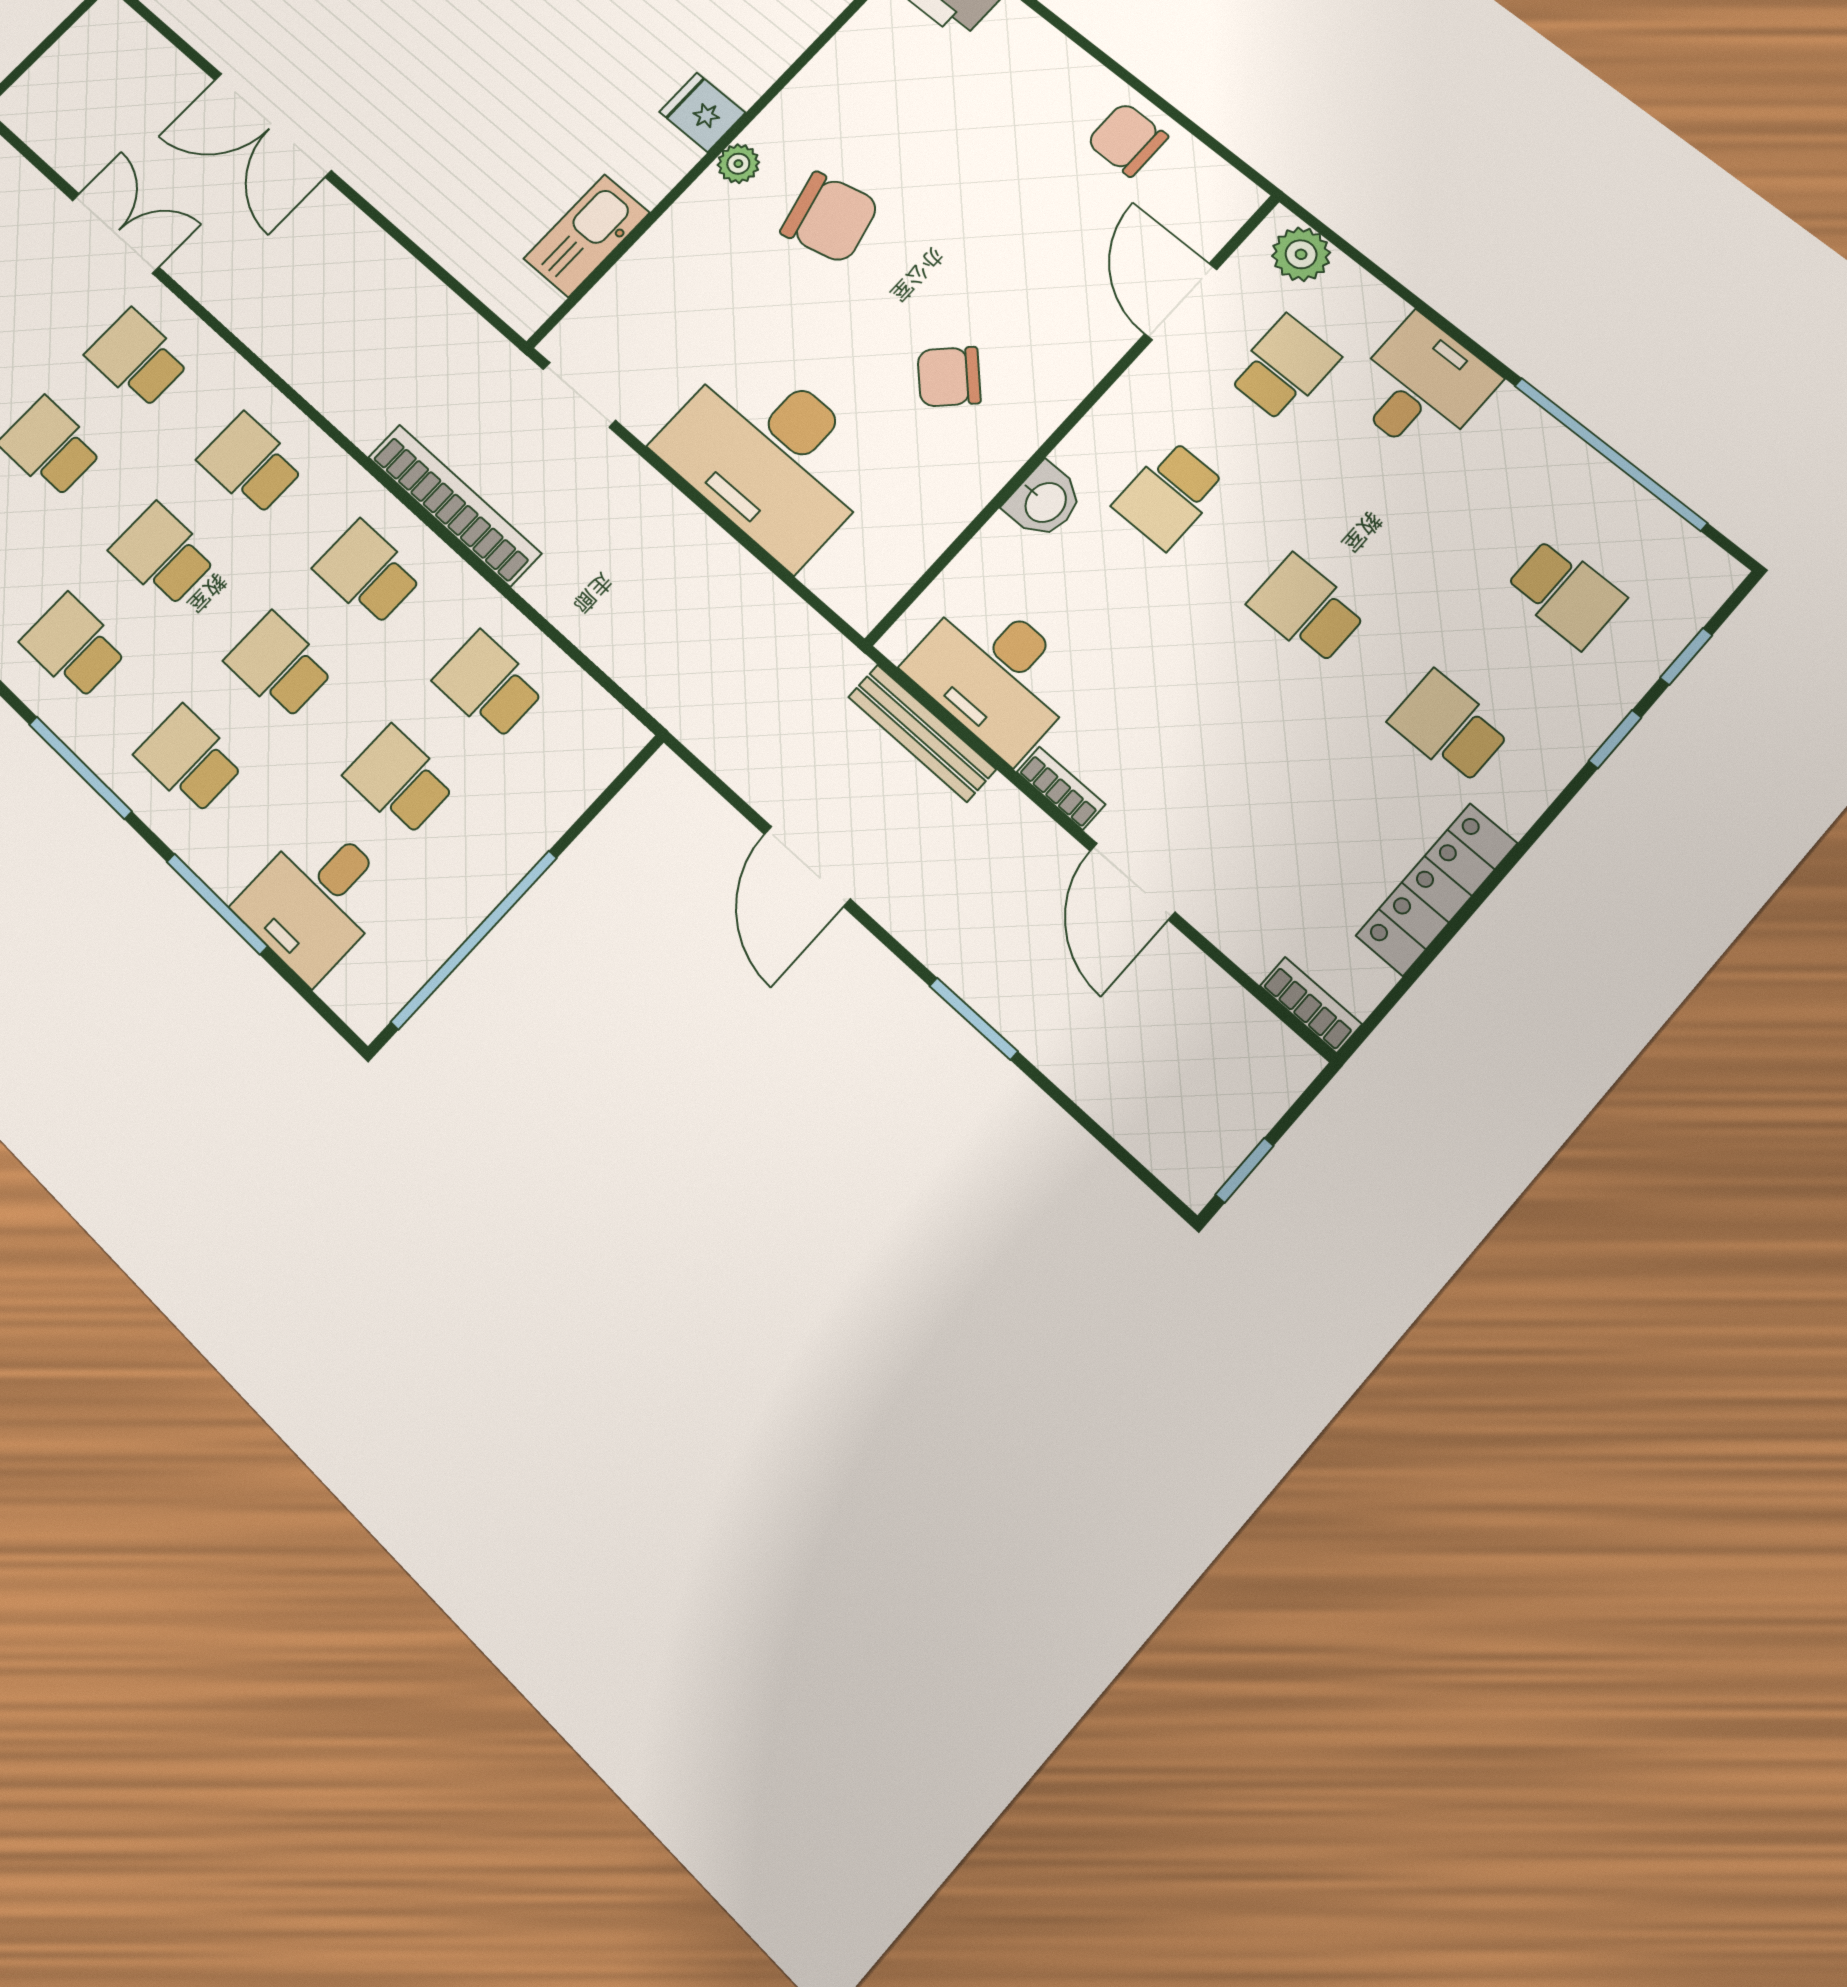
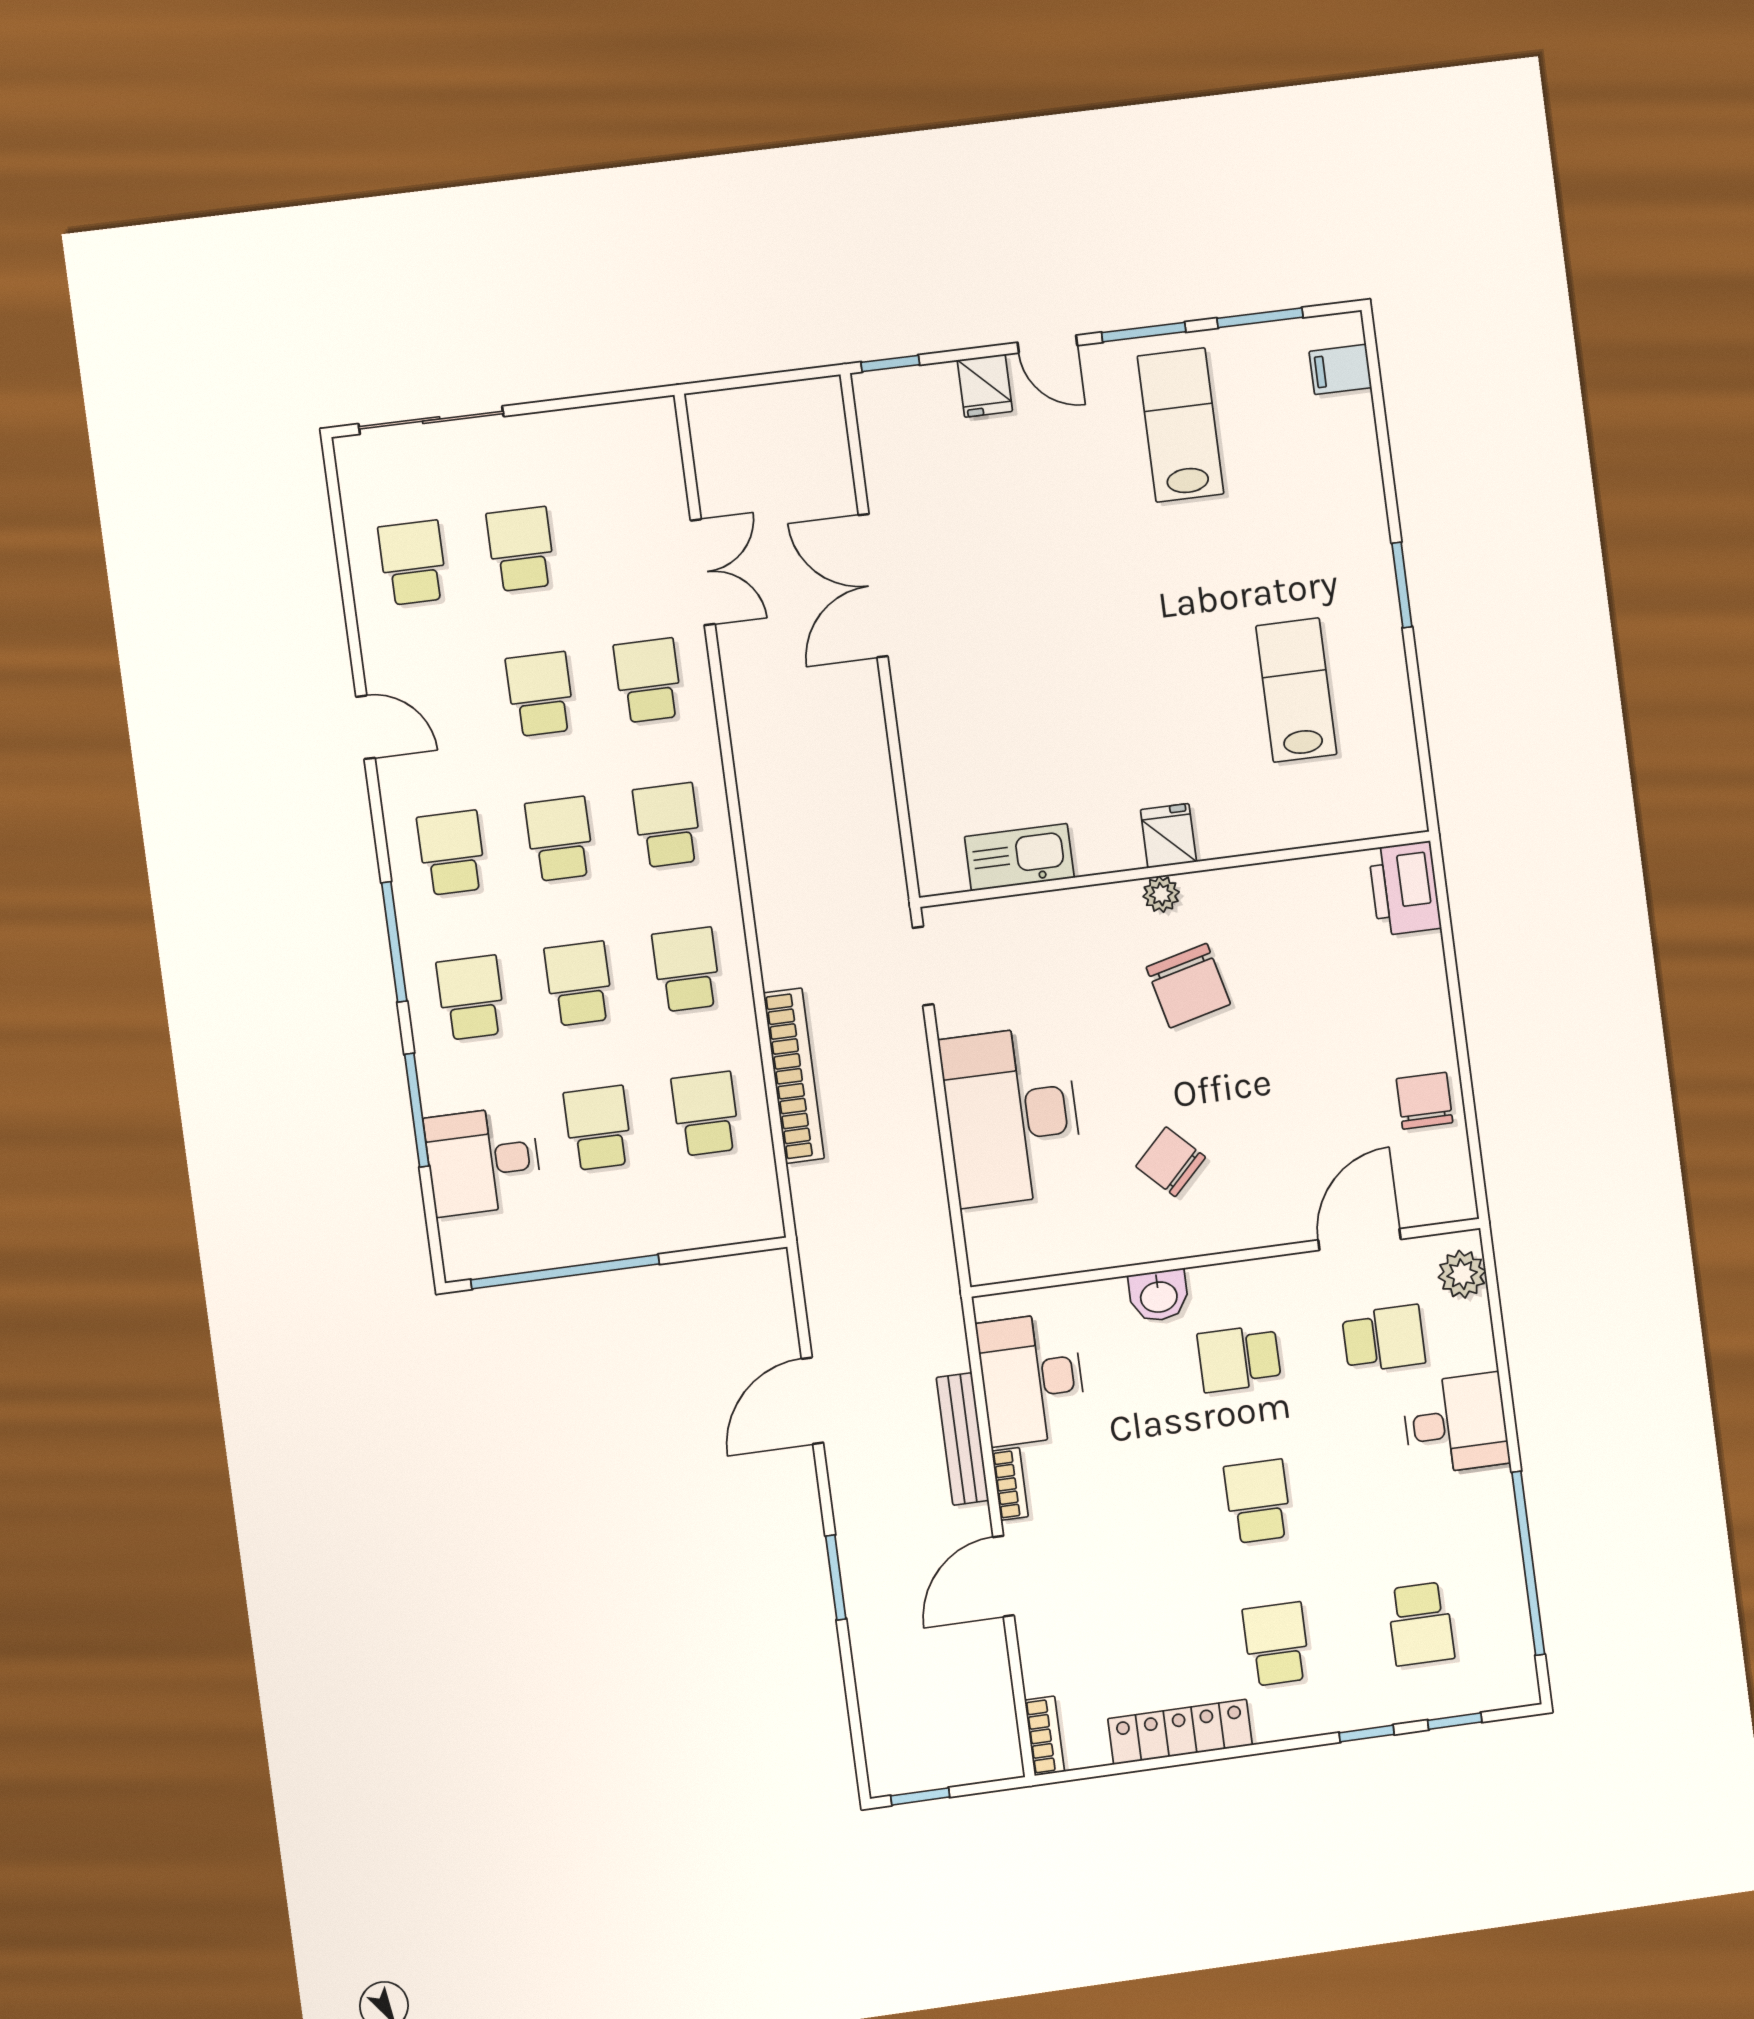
bookcase: (454, 505) -> (794, 1076), moved
bench: (922, 733) -> (962, 1439), moved

